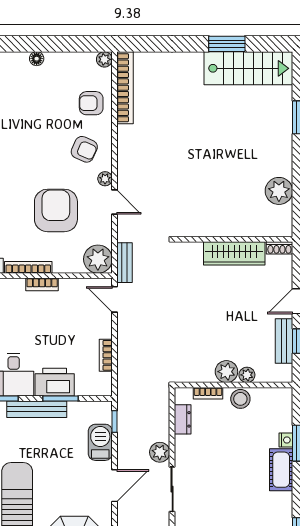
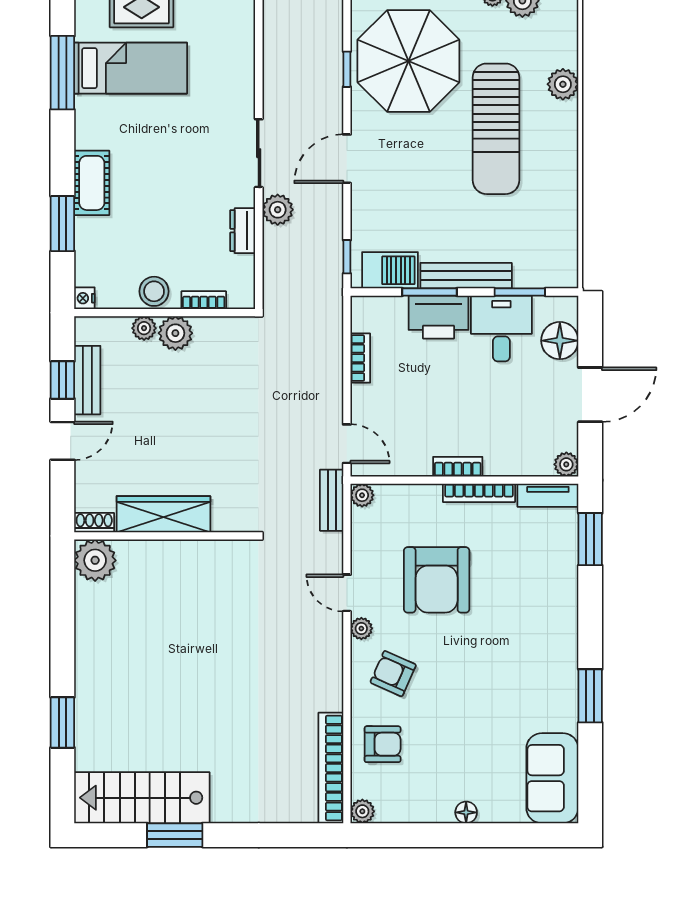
plant: (279, 191) -> (95, 560), moved
plant: (98, 259) -> (362, 495), width x0.53, depth x0.53
dresser: (183, 419) -> (243, 231), moved
nightstand: (286, 440) -> (84, 298), moved
barbecue: (100, 442) -> (390, 270), moved, turned -90

